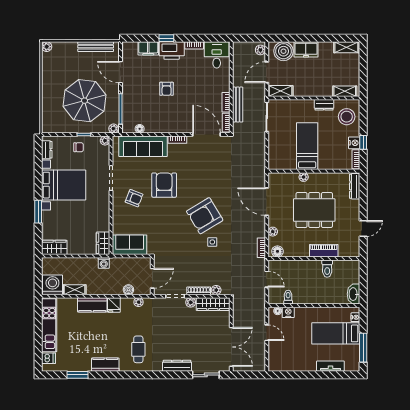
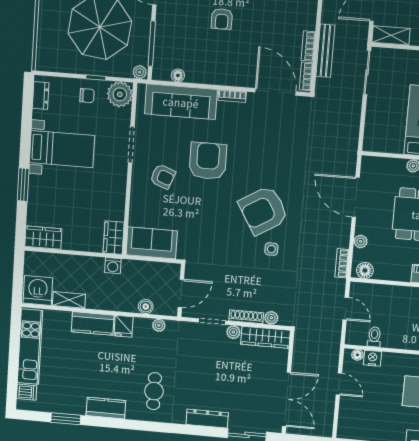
plant: (105, 141) -> (120, 94), width x1.88, depth x1.88
bed with nightstands: (64, 185) -> (62, 149), width x0.73

